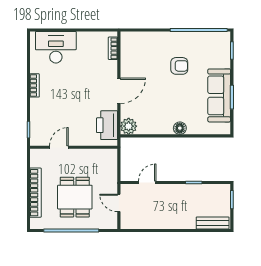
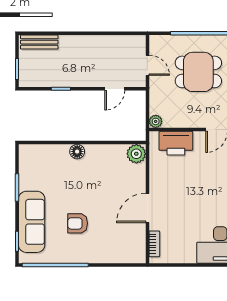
door: (119, 91) -> (147, 208), moved
sofa: (219, 95) -> (32, 222), moved
printer: (107, 125) -> (176, 143), moved, turned 90
plant: (112, 154) -> (156, 121), added
dining table: (75, 197) -> (198, 72), turned 90

